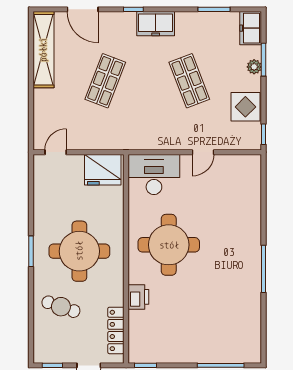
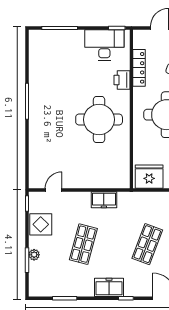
freezer: (251, 28) -> (104, 200), moved, turned 90
shop shelf: (189, 81) -> (83, 244), turned 36
door: (203, 152) -> (53, 190), moved
desk: (154, 174) -> (104, 45), moved, turned 180
locker: (116, 330) -> (139, 68), moved

